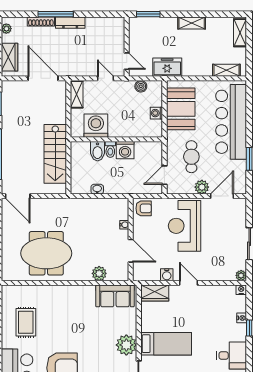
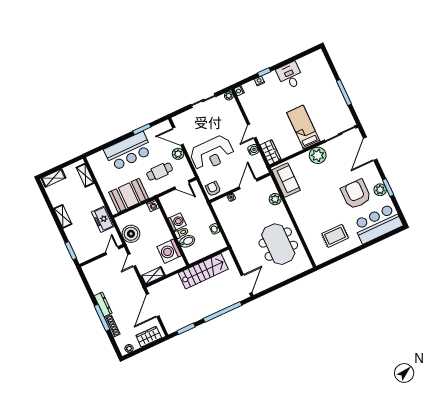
boiler: (141, 86) -> (131, 234), width x1.86, depth x1.86
washing machine: (156, 113) -> (153, 205), moved
bar counter: (231, 122) -> (128, 151), width x0.73

